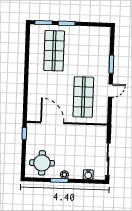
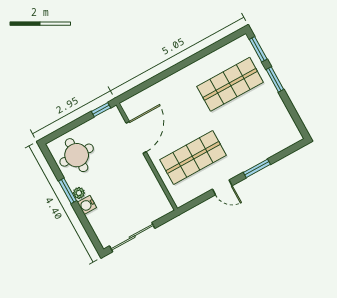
water cooler: (88, 175) -> (87, 205), moved

